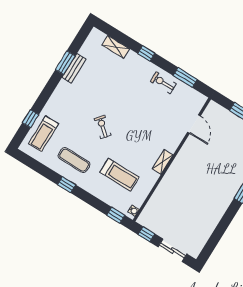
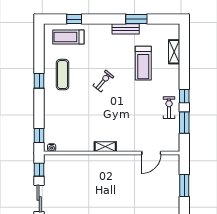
window: (146, 53) -> (184, 96), moved
bench: (74, 68) -> (126, 29), moved
treadmill: (119, 175) -> (143, 63), moved

